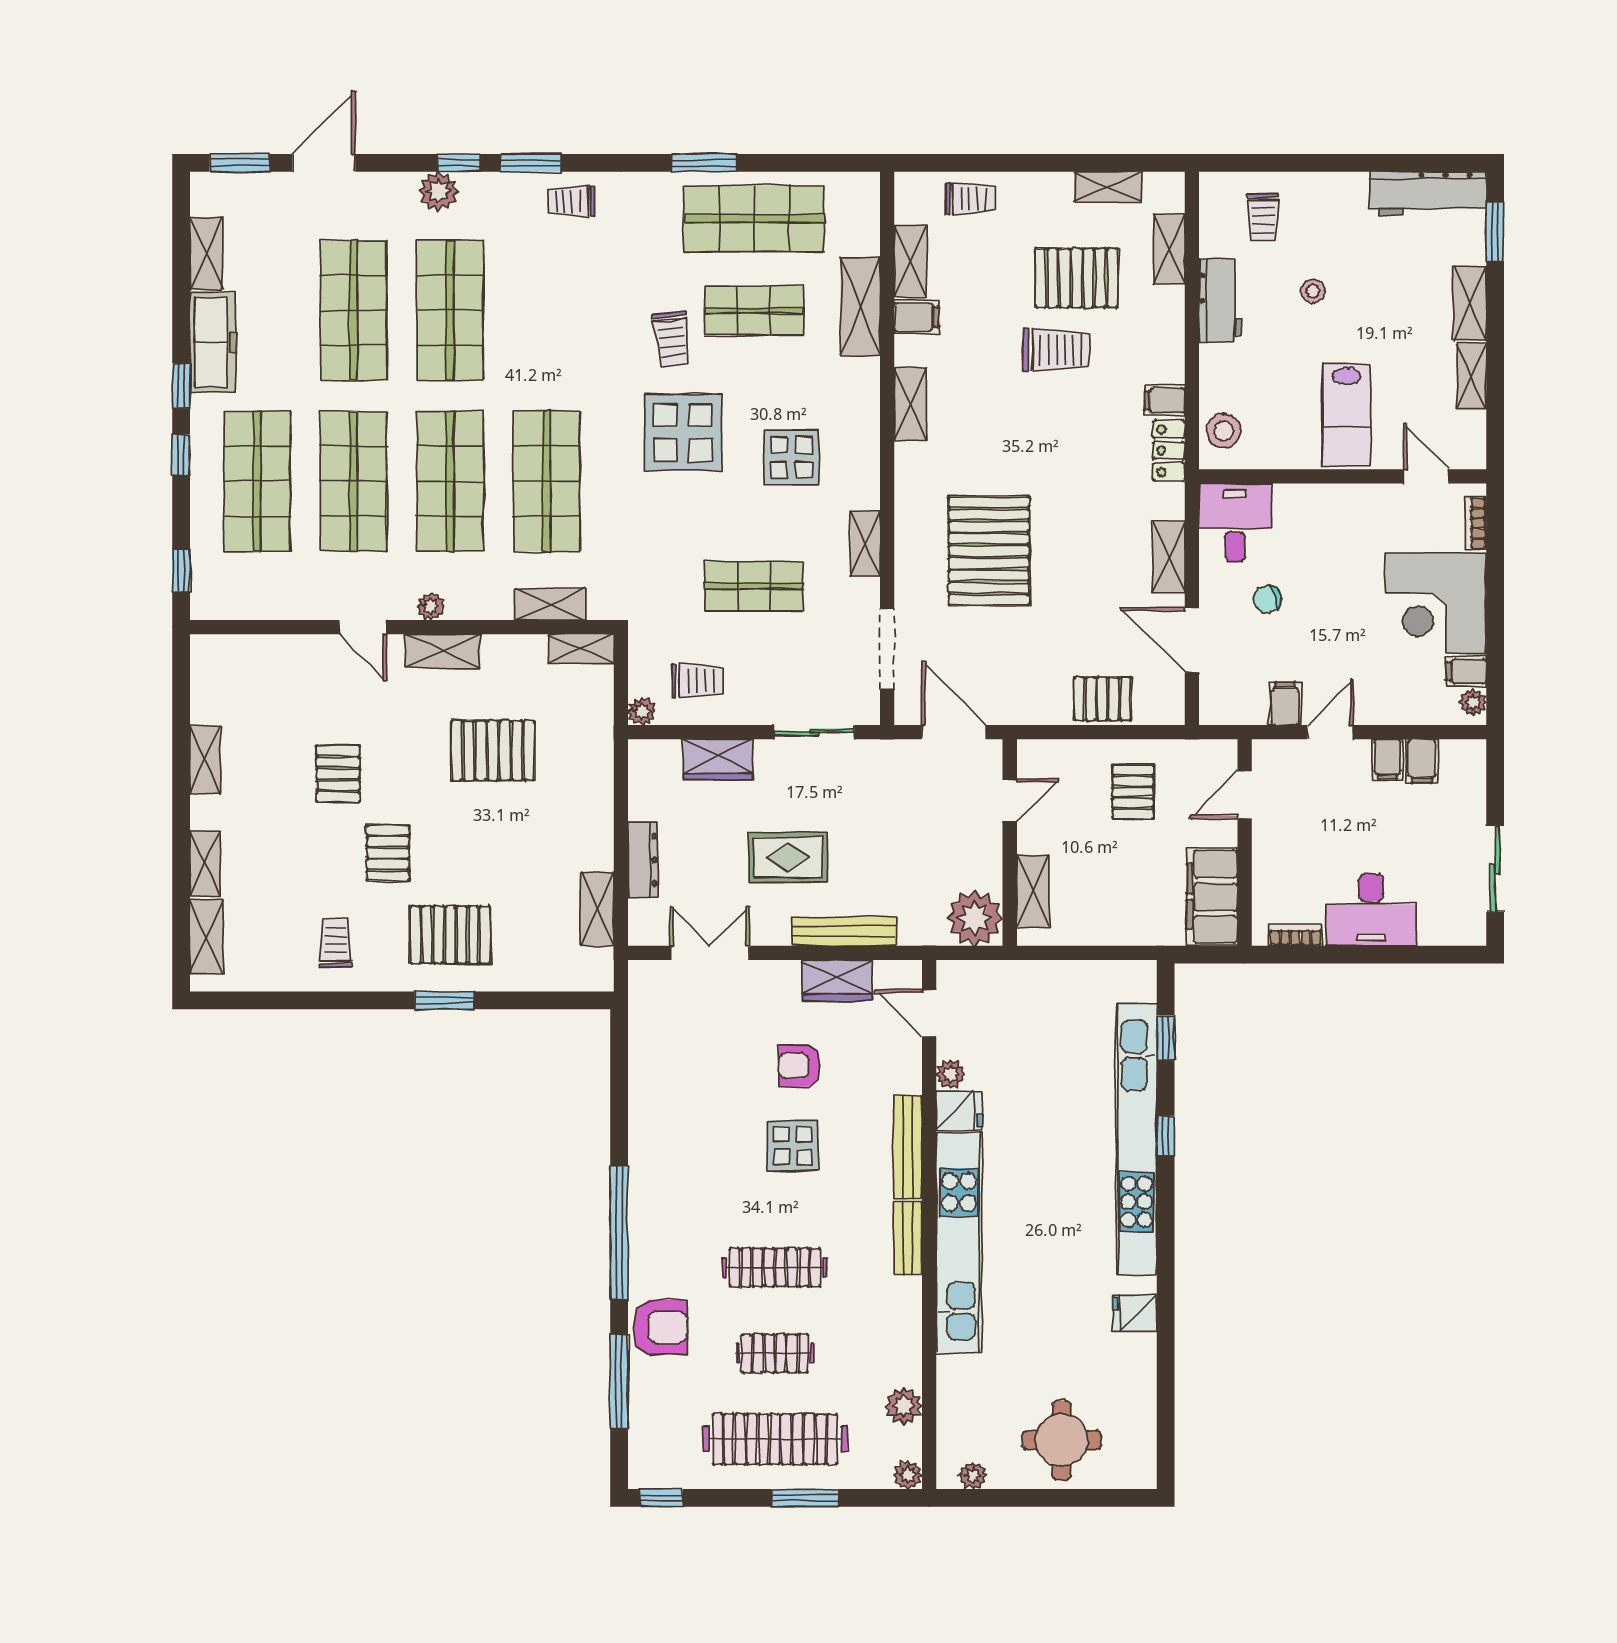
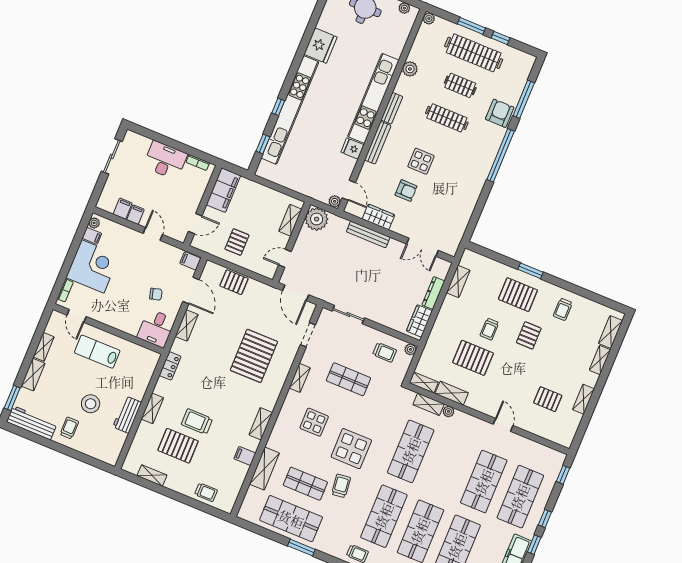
trolley: (970, 199) -> (206, 492), turned 180
trolley: (1263, 217) -> (69, 428), moved
shelving: (1169, 249) -> (152, 408), moved
shelving: (910, 261) -> (238, 478), removed
stool: (1313, 291) -> (91, 404), width x1.89, depth x1.89
filing cabinet: (1165, 401) -> (164, 385), removed
lab bench: (1346, 415) -> (97, 352), turned -90
stool: (1224, 431) -> (146, 365), removed
shop shelf: (450, 481) -> (384, 516), moved
plant: (431, 607) -> (448, 411), moved
doorway: (887, 649) -> (308, 335), width x0.73
shelving: (443, 651) -> (452, 393), moved
trolley: (697, 681) -> (385, 352), turned 180
filing cabinet: (1285, 704) -> (190, 261), moved, turned 90
door: (1330, 732) -> (153, 234), swing flipped
wardrobe: (718, 760) -> (419, 321), moved, turned -90
pallet: (338, 774) -> (548, 399), moved, turned 90
trolley: (483, 831) -> (489, 329), added
rug: (788, 857) -> (378, 271), removed
plant: (950, 1074) -> (335, 201), moved
fridge: (1135, 1313) -> (321, 46), width x1.88, depth x1.34
armchair: (660, 1327) -> (500, 113), turned 90
plant: (904, 1406) -> (410, 69), moved
window: (661, 1498) -> (501, 38), moved

